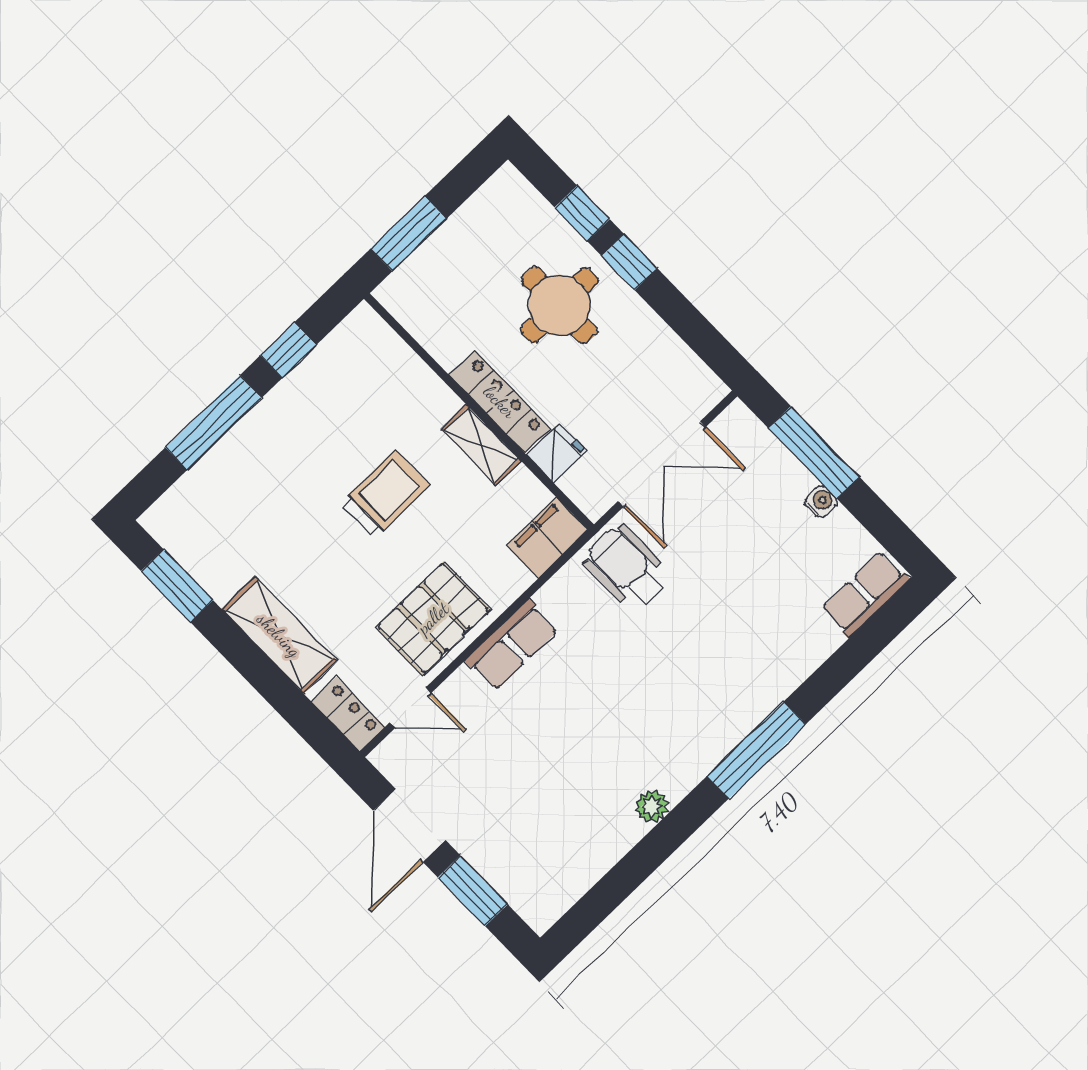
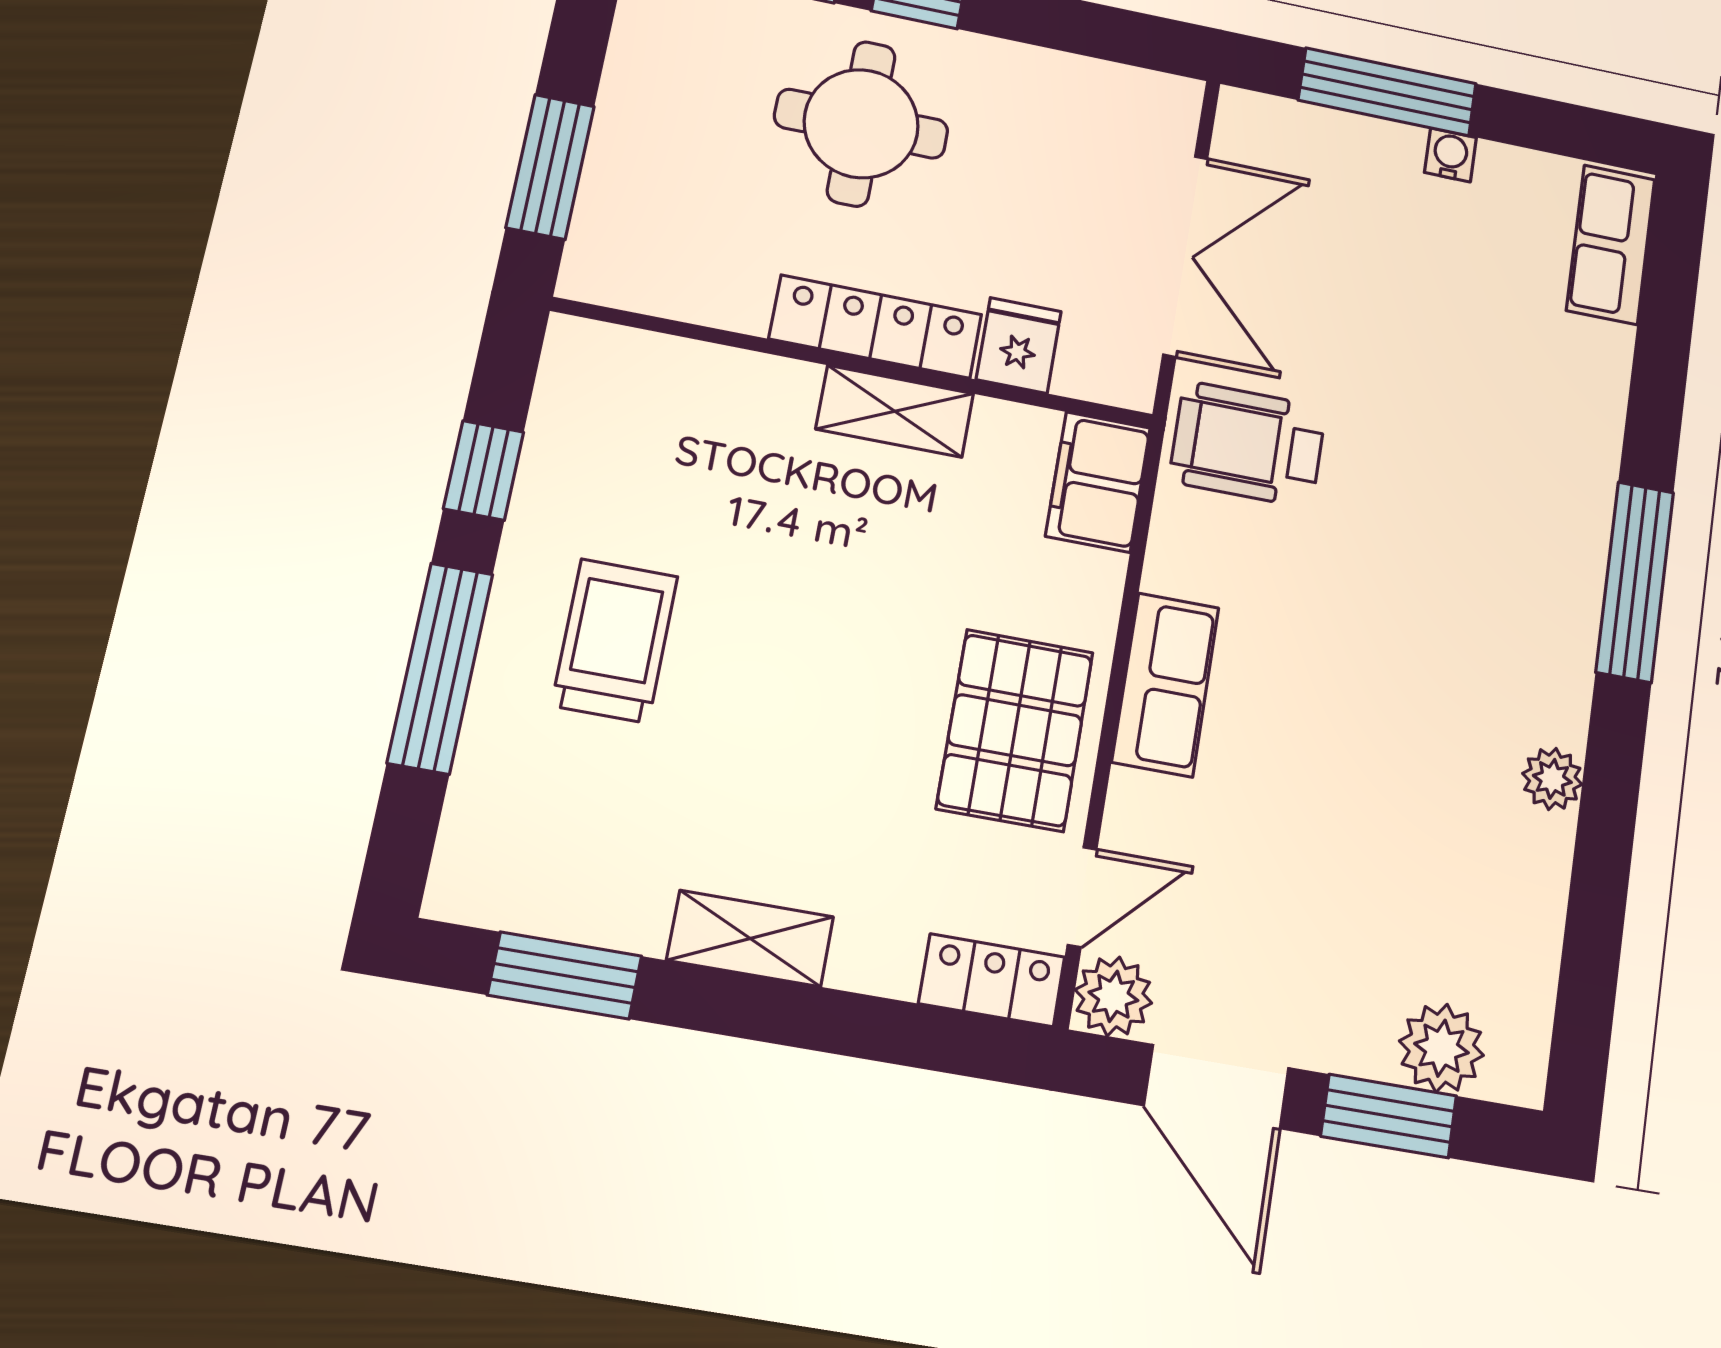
trolley: (385, 494) -> (615, 641), moved
shelving: (279, 635) -> (750, 938), width x0.67, depth x0.75
plant: (394, 758) -> (1113, 996), added
plant: (516, 881) -> (1441, 1048), added

